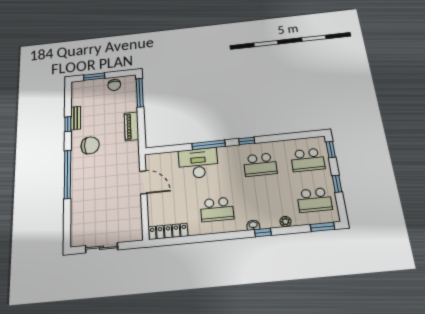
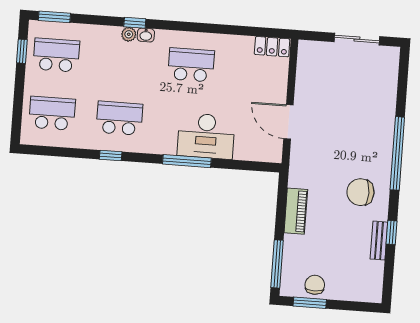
window: (94, 77) -> (310, 303), moved
window: (247, 141) -> (111, 156), moved
window: (331, 149) -> (17, 123), removed
window: (337, 184) -> (22, 51), moved
plant: (285, 222) -> (129, 34), moved
locker: (168, 231) -> (272, 47), width x0.66

